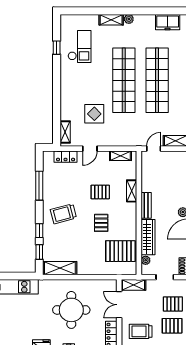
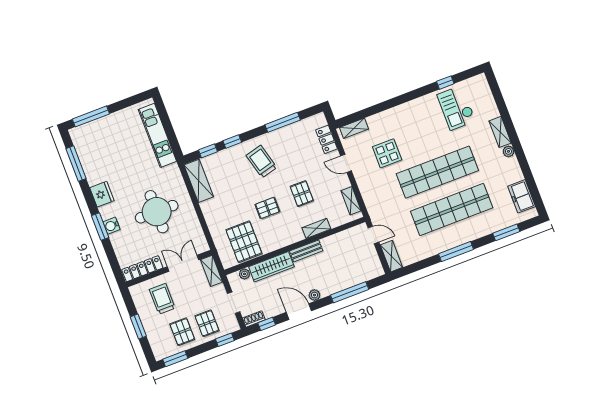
checkout: (79, 47) -> (456, 108), turned 90

